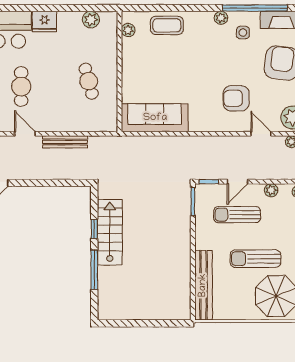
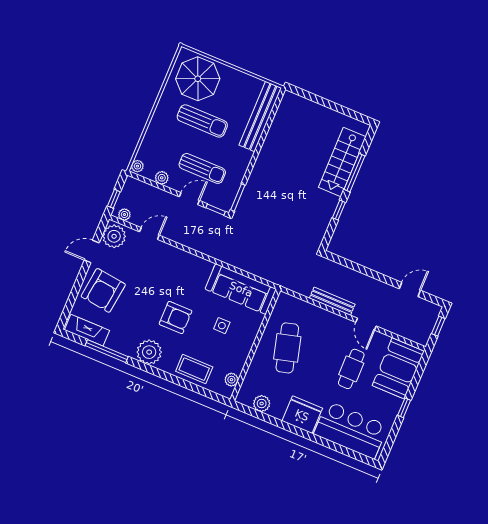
window: (255, 8) -> (107, 351), width x0.68
plant: (221, 18) -> (149, 352), width x1.87, depth x1.87
fridge: (45, 22) -> (302, 415), width x1.36, depth x1.34
side table: (243, 33) -> (222, 326), moved
cafe table: (89, 81) -> (287, 348), width x1.37, depth x1.35
armchair: (236, 98) -> (176, 317), moved
door: (261, 134) -> (149, 234), swing flipped
stairs: (110, 232) -> (342, 162), moved

